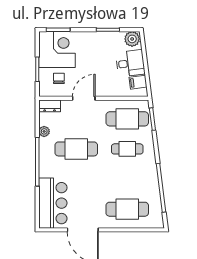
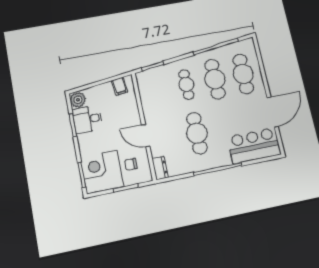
desk: (130, 63) -> (88, 119), moved, turned -83
cafe table: (127, 119) -> (215, 79), moved
plant: (44, 131) -> (187, 168), removed

